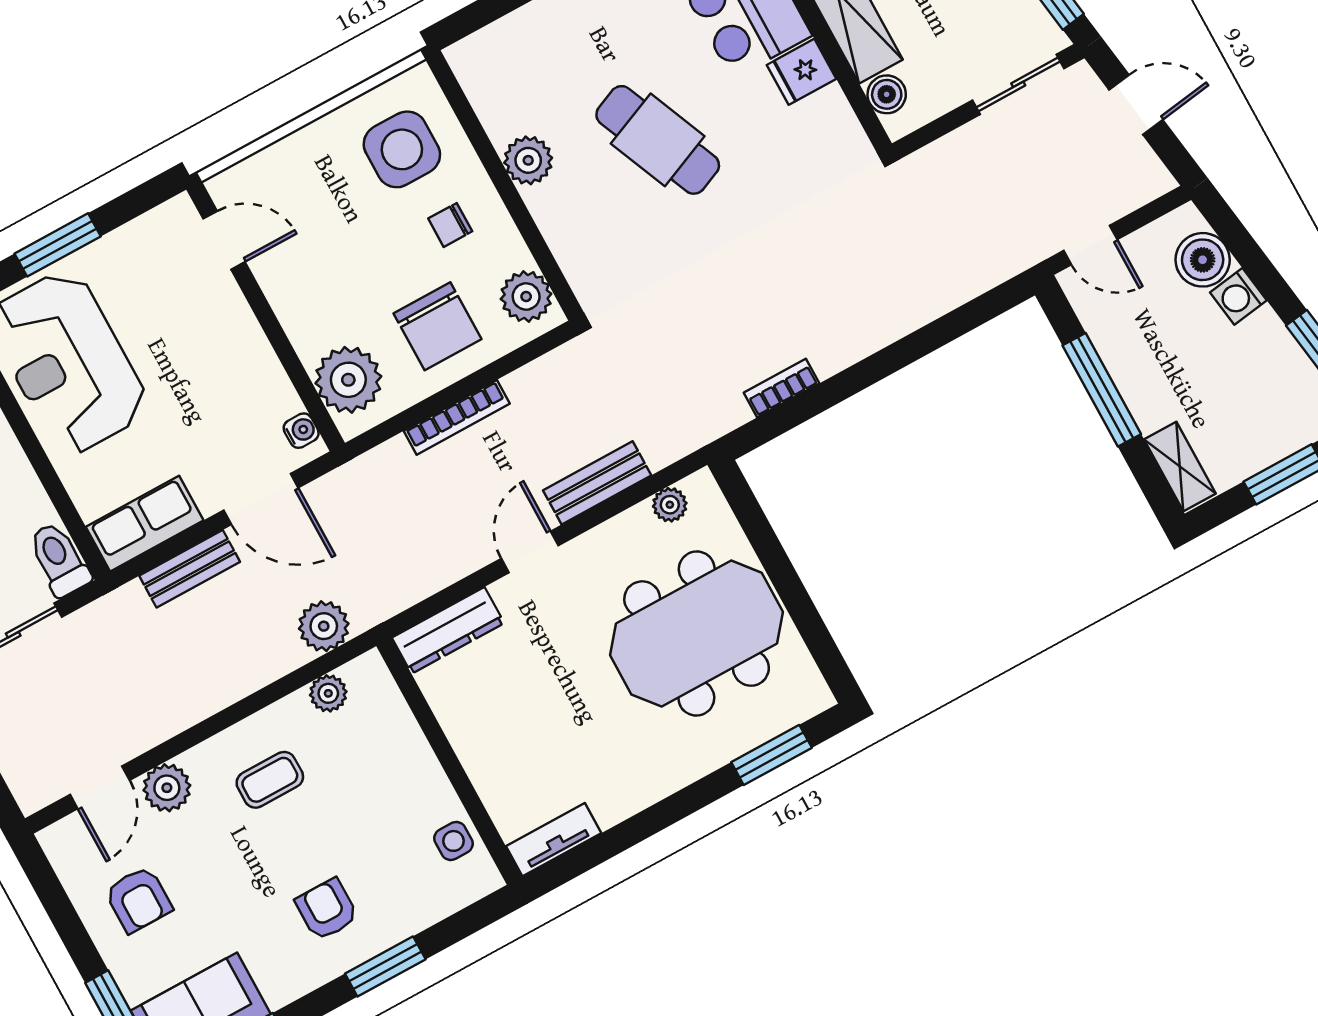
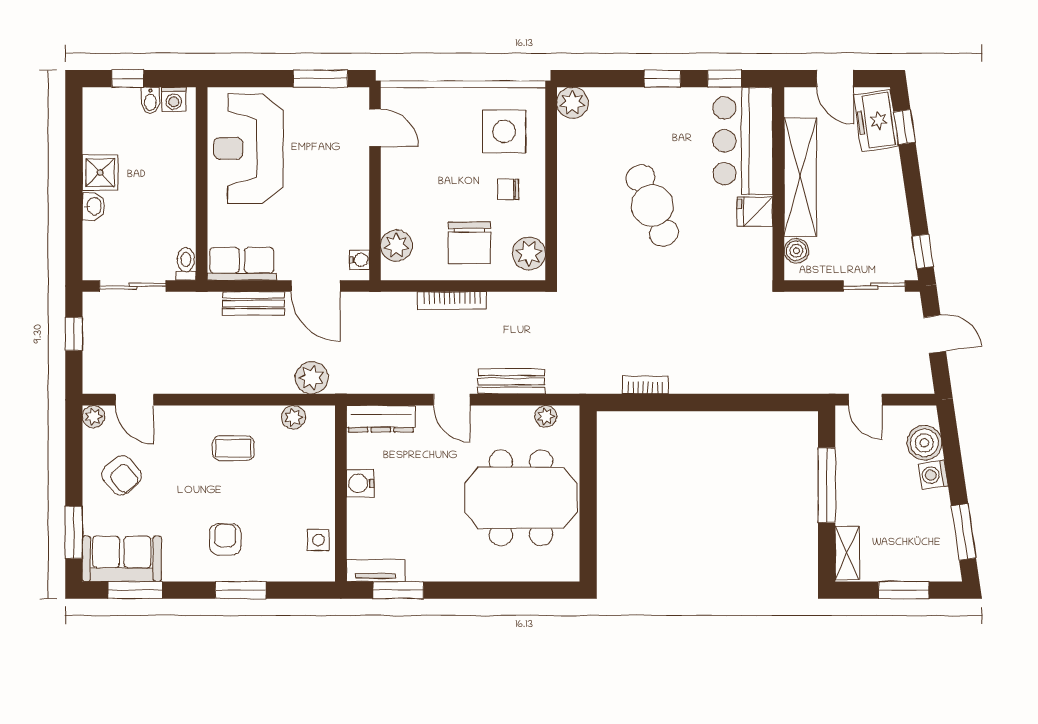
plant: (528, 160) -> (572, 103), moved
window: (58, 245) -> (320, 79), moved
plant: (348, 380) -> (396, 246), width x0.73, depth x0.73
door: (530, 552) -> (452, 400), swing flipped
toilet: (59, 559) -> (186, 264), width x0.73, depth x0.72
water cooler: (468, 733) -> (360, 483), added
window: (771, 755) -> (398, 590), moved
door: (100, 787) -> (134, 400), hinge flipped
plant: (167, 788) -> (94, 417), moved, width x0.73, depth x0.73
armchair: (138, 899) -> (122, 475), turned -40

